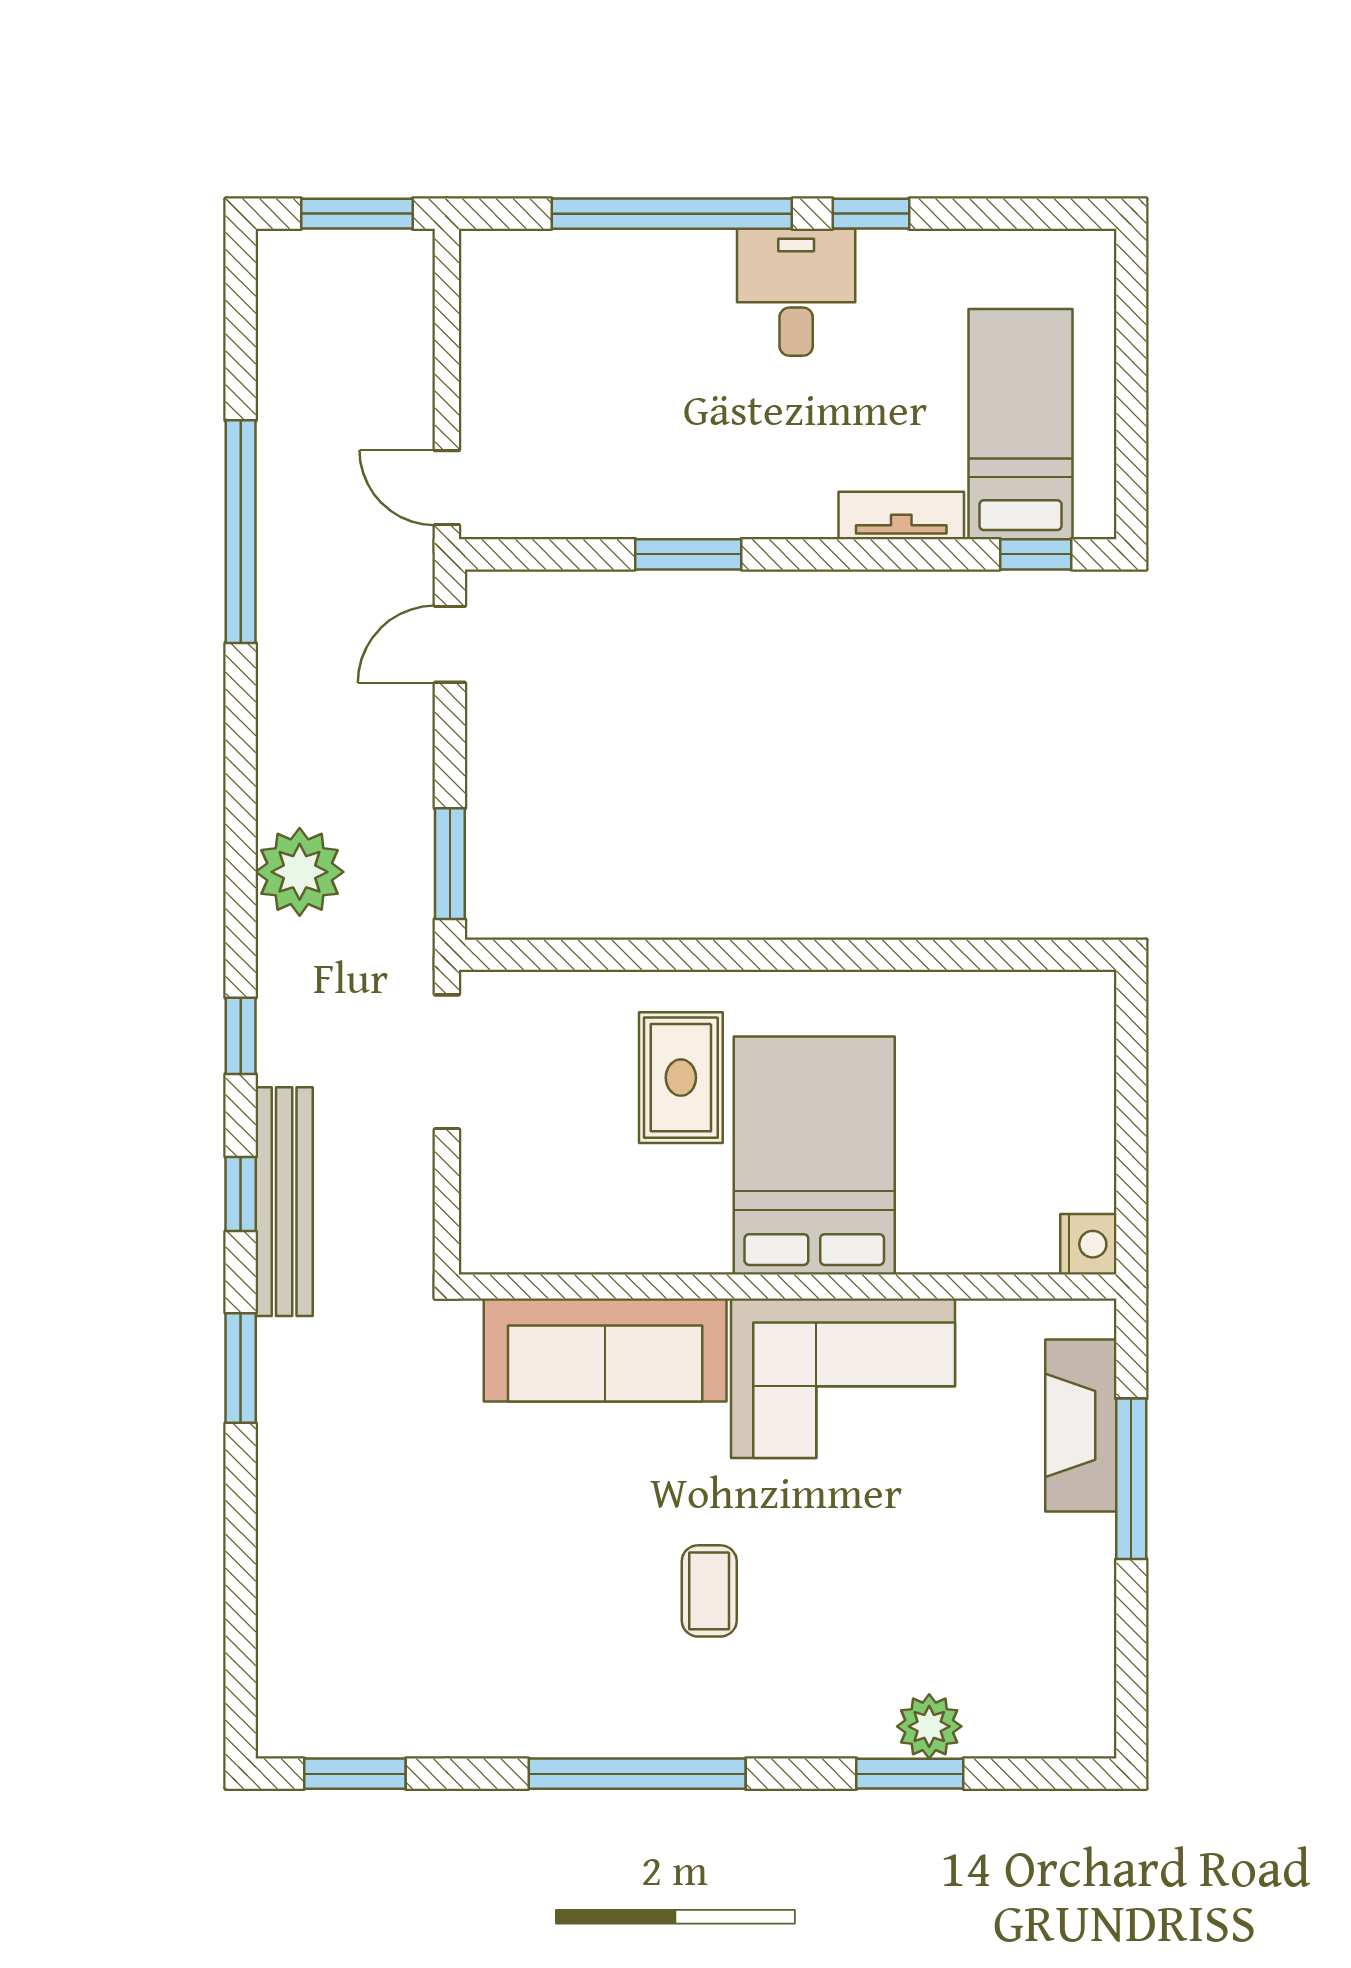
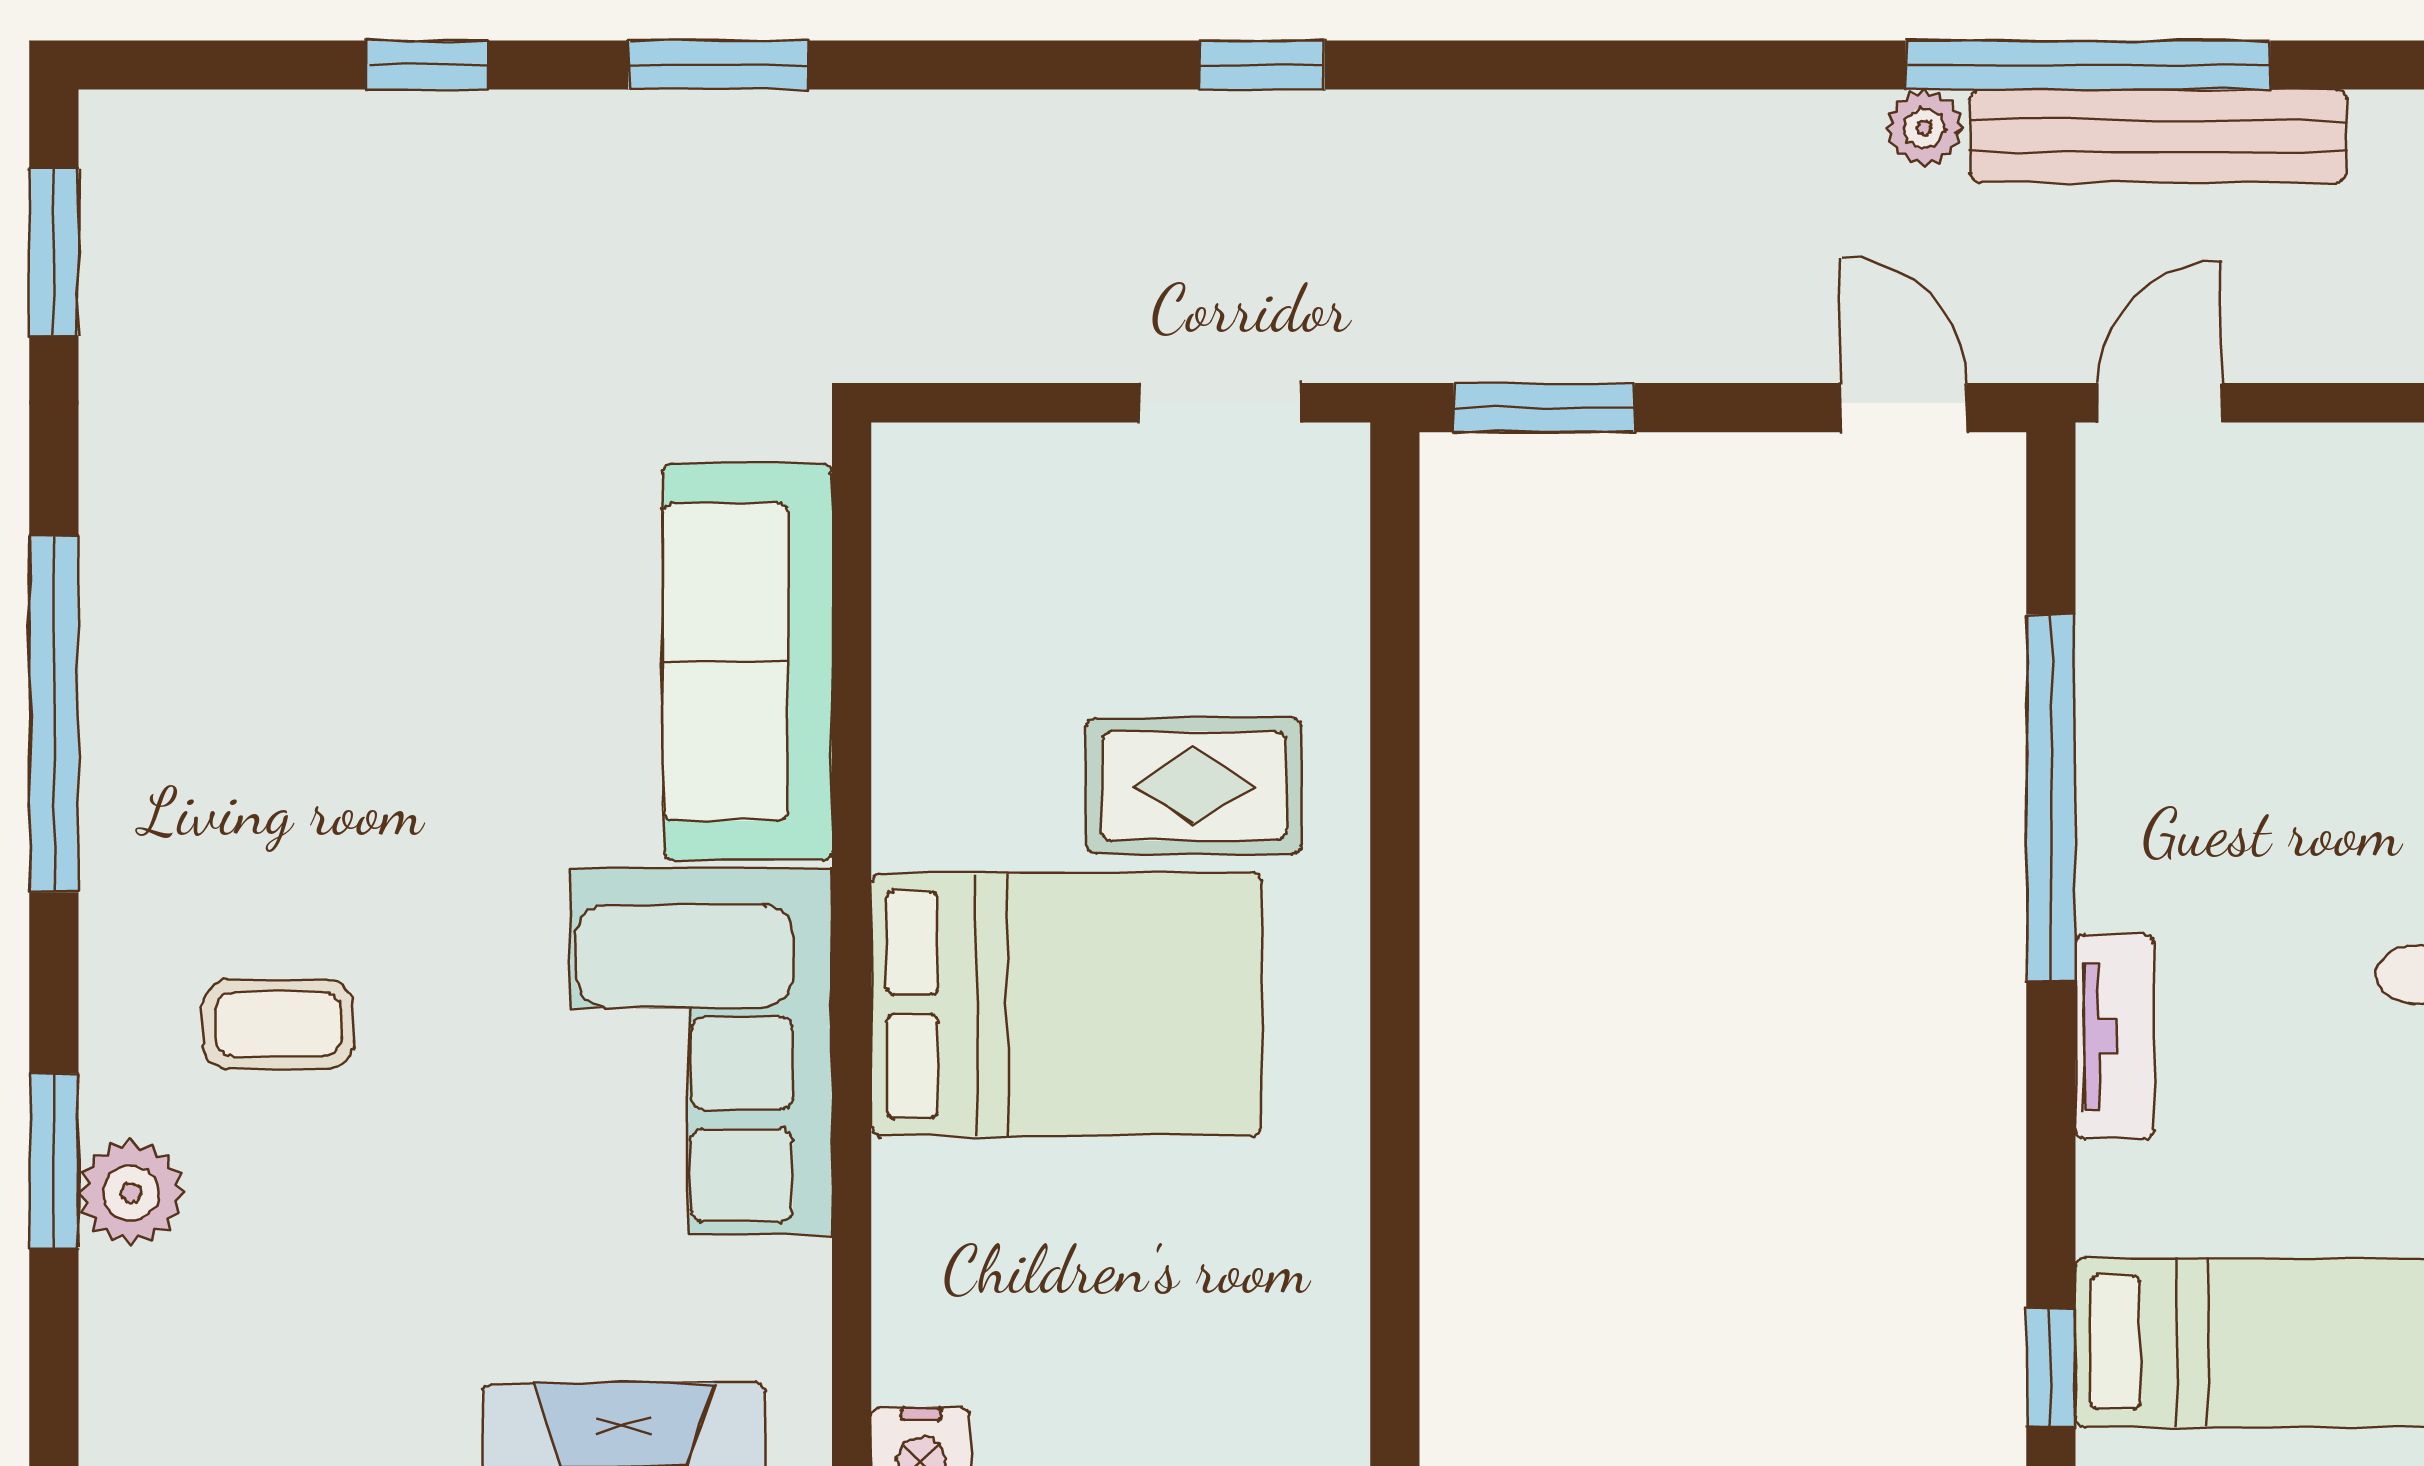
tv unit: (901, 515) -> (2114, 1036), moved
window: (688, 554) -> (2051, 798), width x2.11
plant: (300, 872) -> (1924, 128), moved, width x0.53, depth x0.53
doorway: (447, 1062) -> (1220, 403), width x0.73
window: (241, 1194) -> (428, 65), moved
bench: (284, 1202) -> (2158, 136), moved
coffee table: (709, 1591) -> (278, 1024), moved

